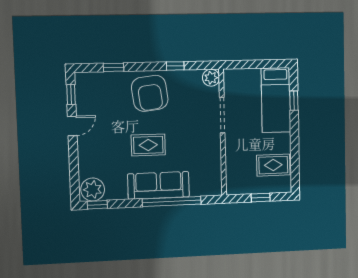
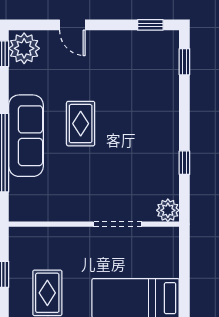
window: (114, 67) -> (184, 62), moved
armchair: (150, 93) -> (149, 128), removed
door: (72, 126) -> (72, 25), moved

